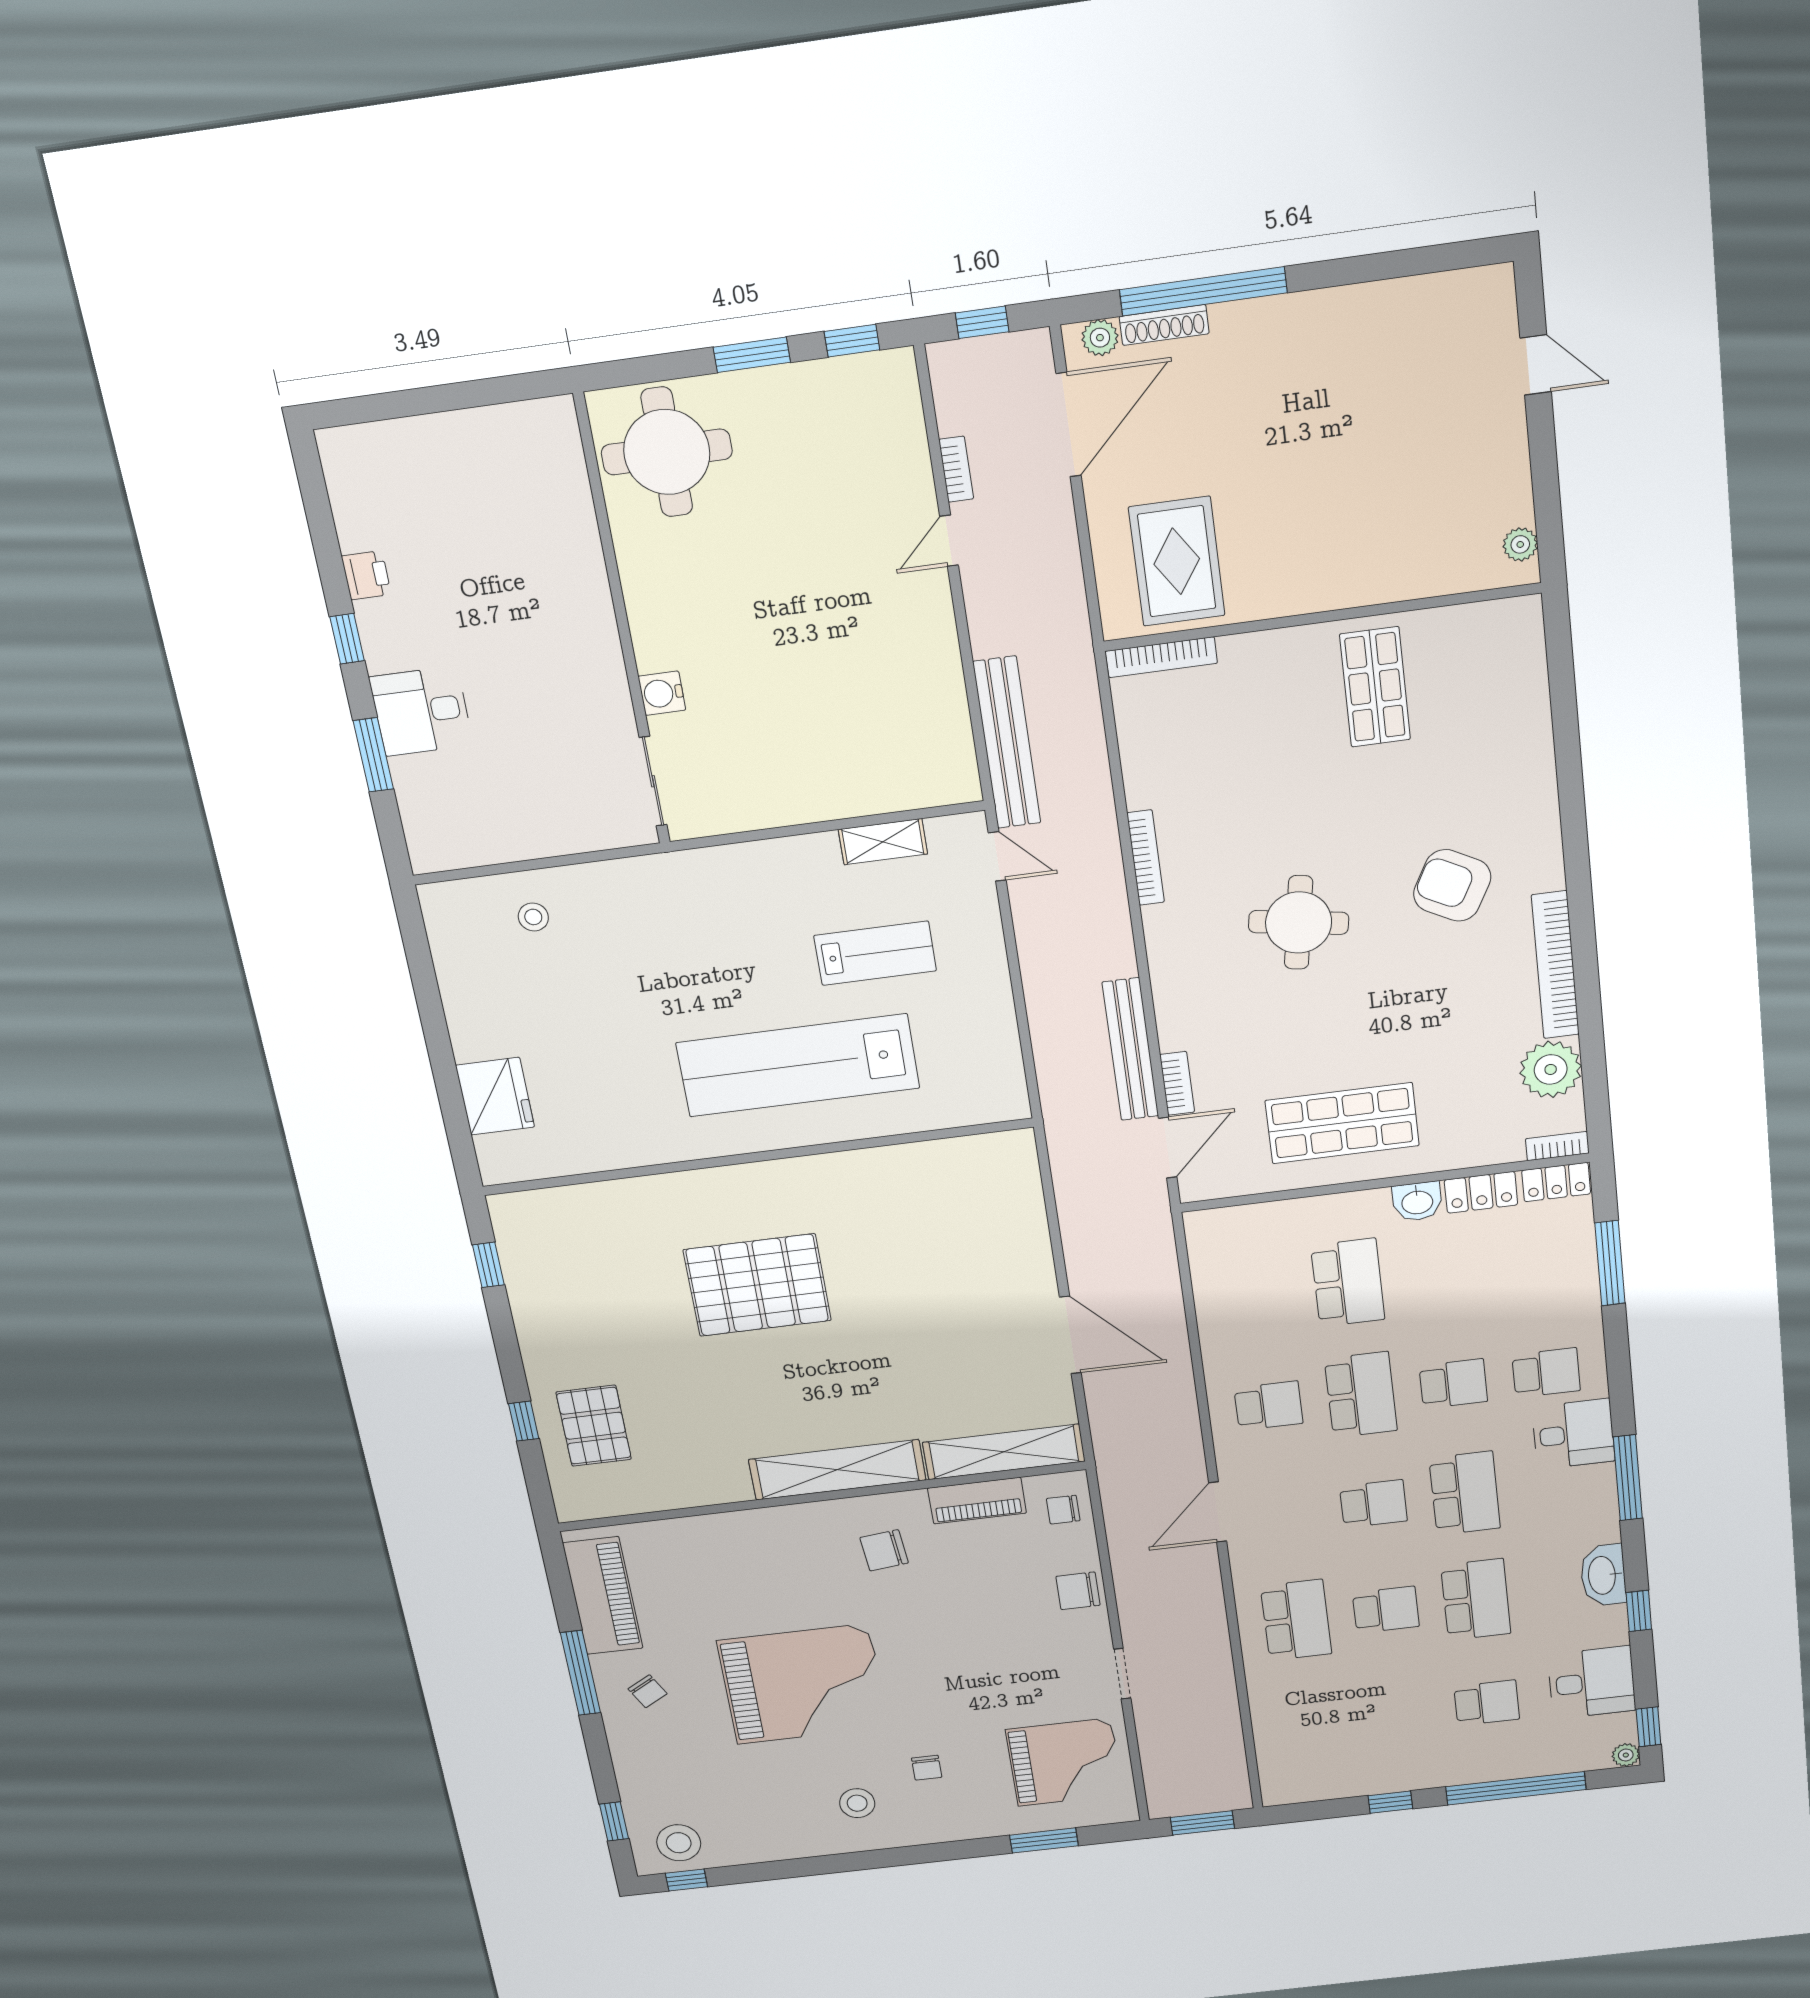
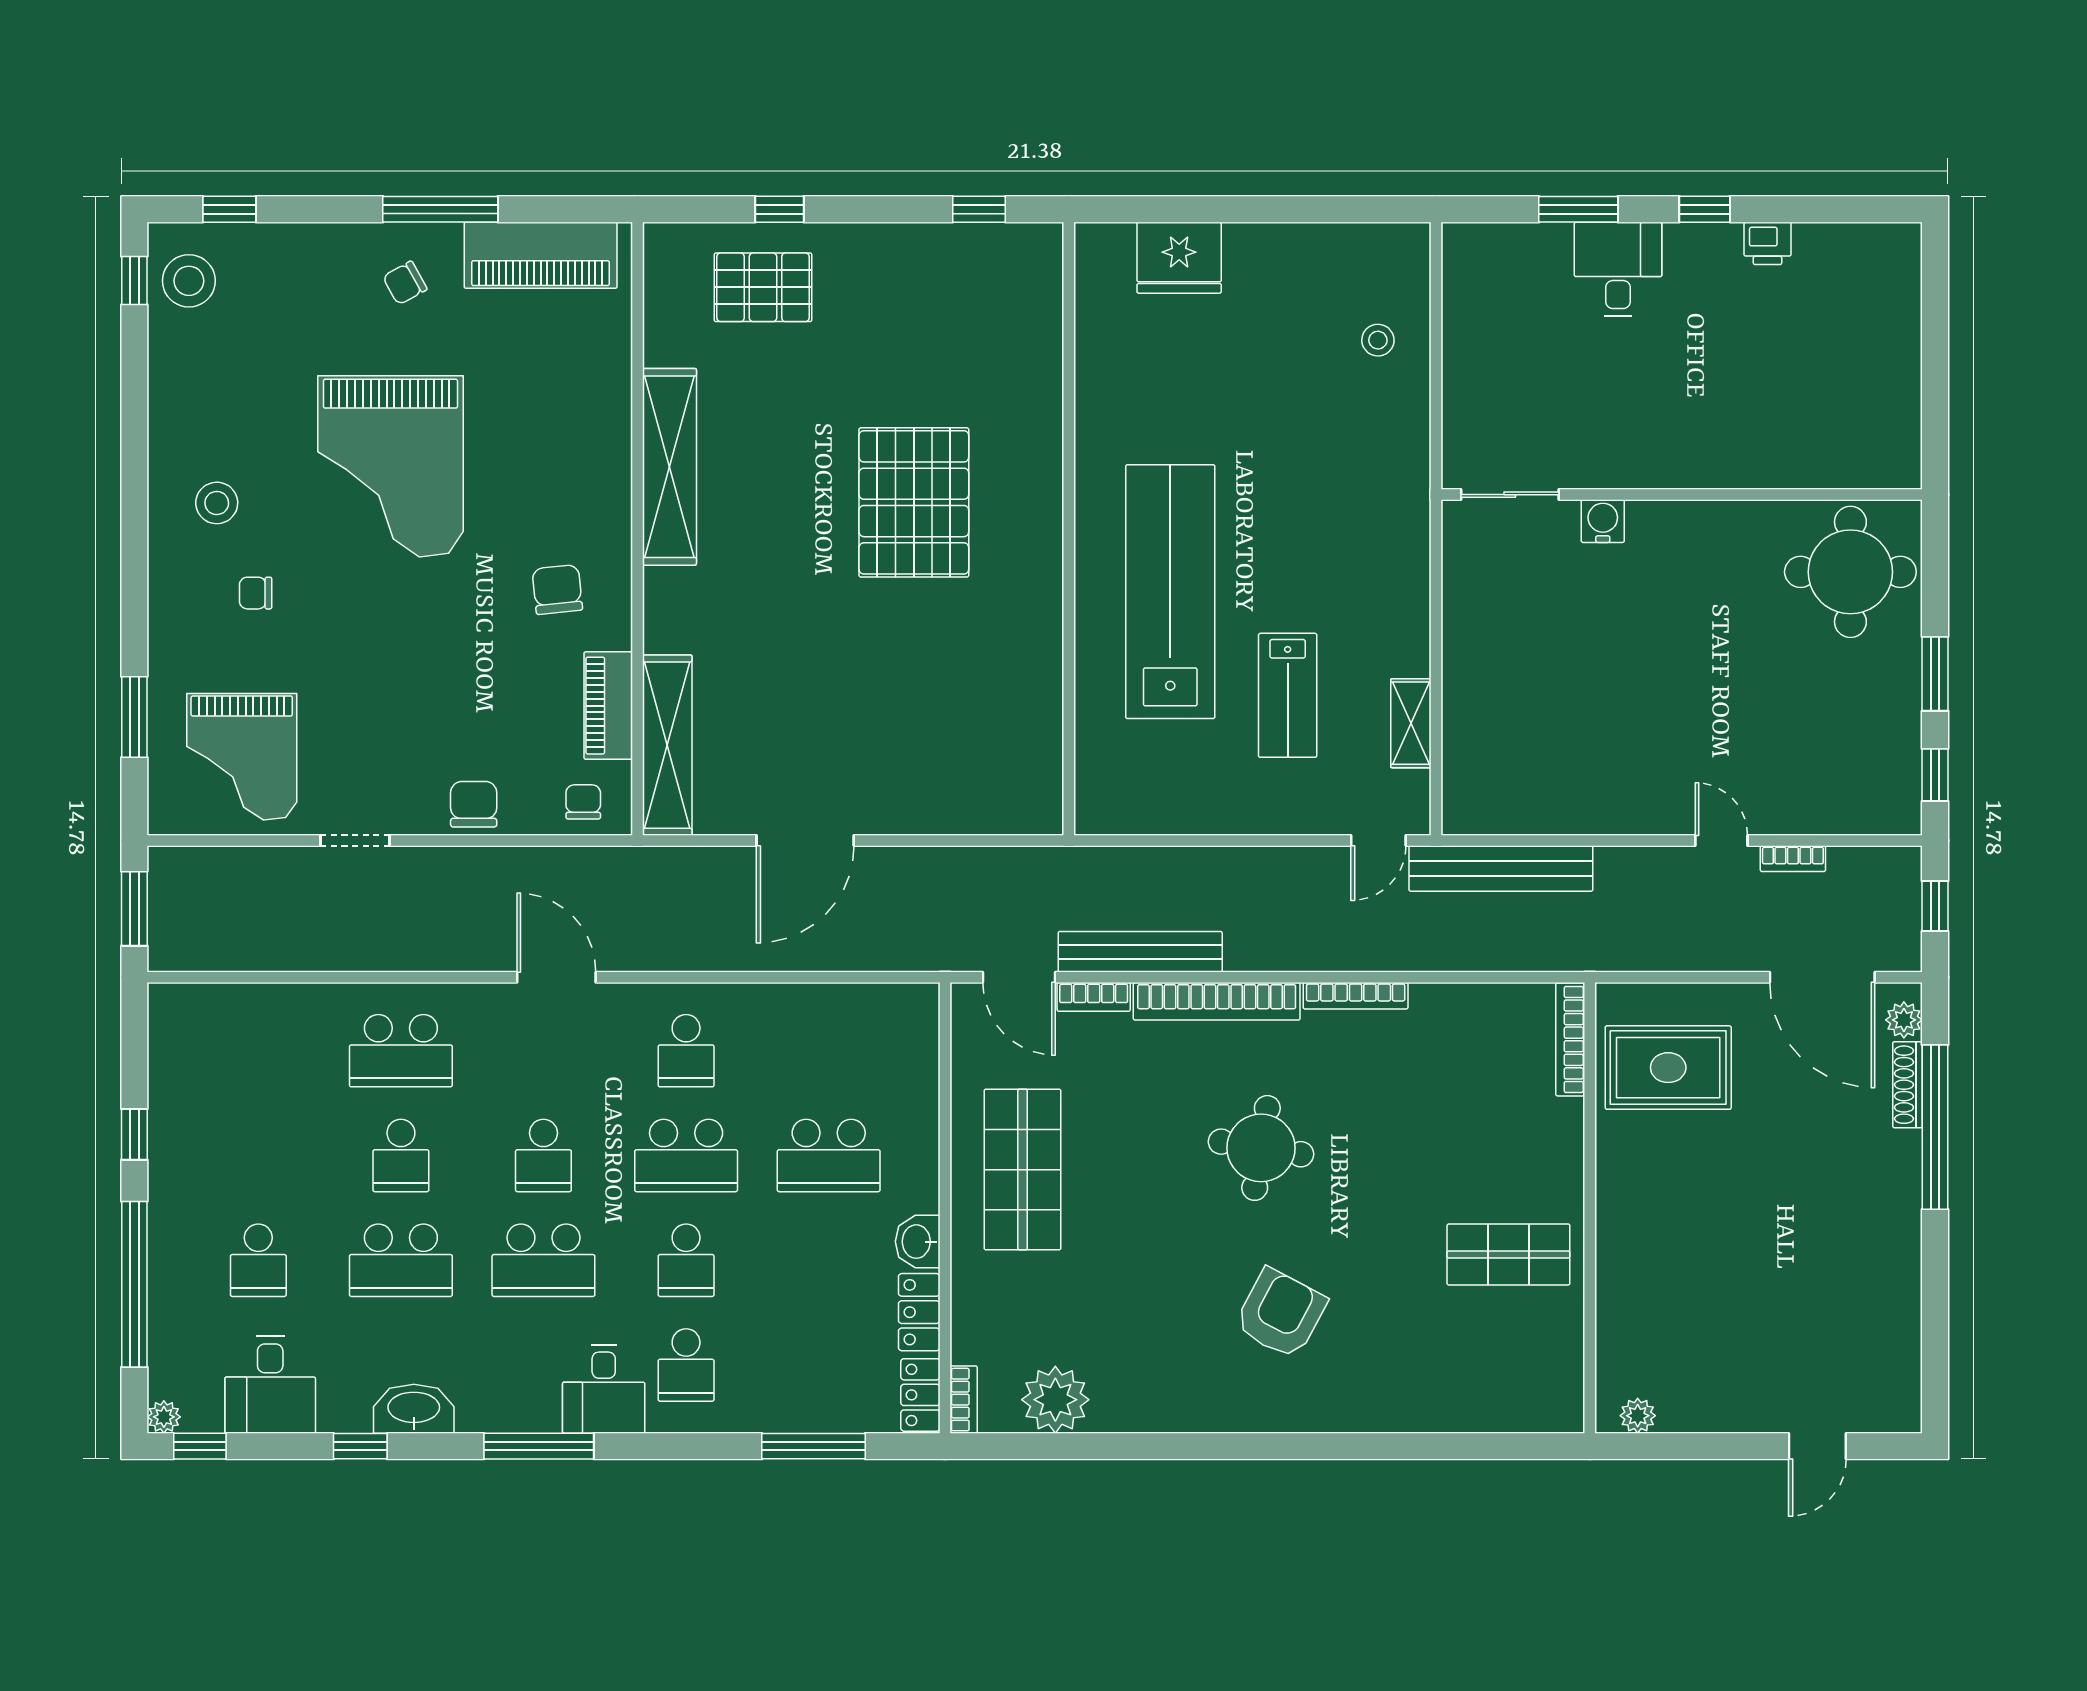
bookcase: (1555, 965) -> (1217, 1001), moved, turned 180
shelving: (837, 1470) -> (669, 467), moved

